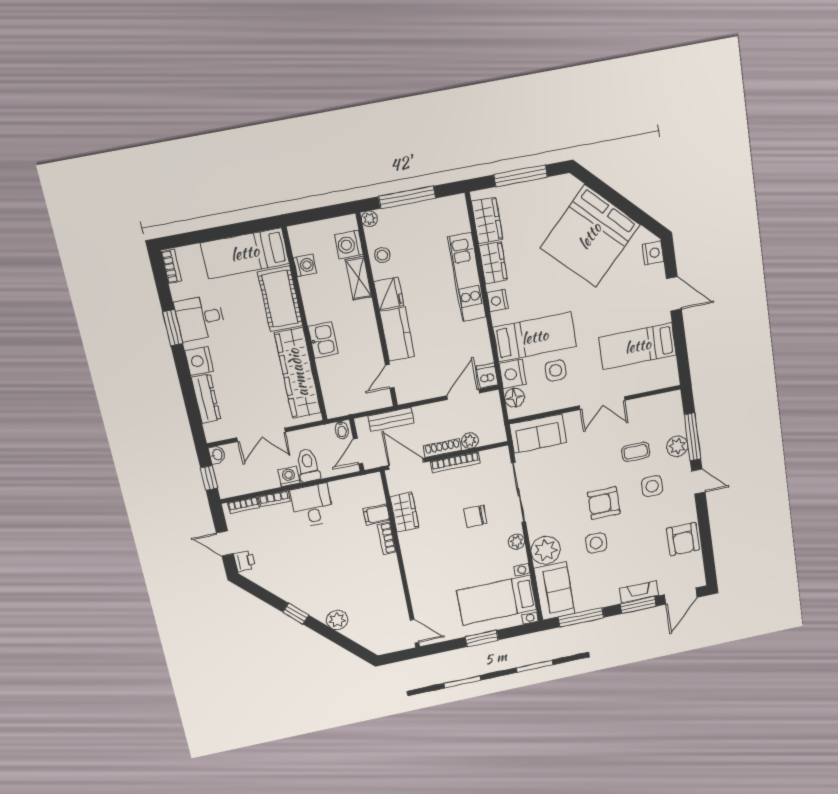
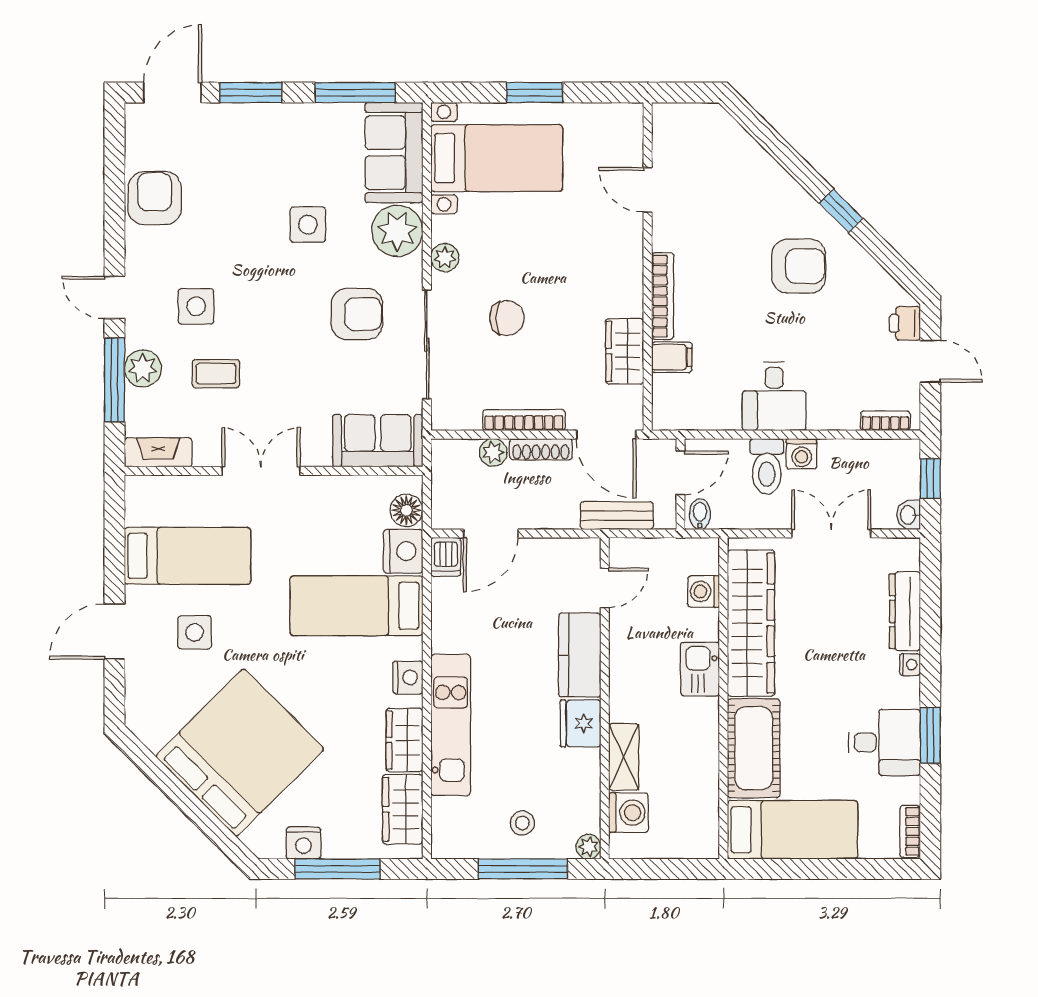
nightstand: (653, 253) -> (304, 843), moved, turned -90
stool: (382, 255) -> (522, 823), moved
washing machine: (305, 265) -> (704, 591), moved
door: (674, 294) -> (114, 631), hinge flipped
nightstand: (199, 361) -> (910, 665), width x0.53, depth x0.56
side table: (556, 370) -> (194, 632), moved
bookcase: (274, 499) -> (833, 421), removed
armchair: (604, 503) -> (357, 314), moved
bookcase: (387, 538) -> (663, 296), width x1.56
armchair: (314, 579) -> (799, 266), added
fireplace: (639, 592) -> (158, 452), moved, turned 180
plant: (337, 620) -> (774, 184), removed
door: (415, 631) -> (648, 190), moved

